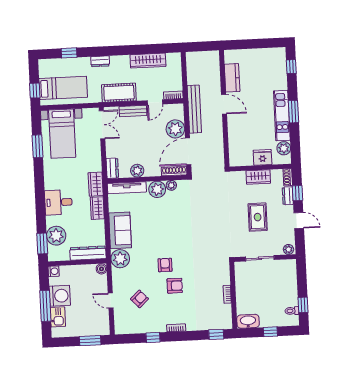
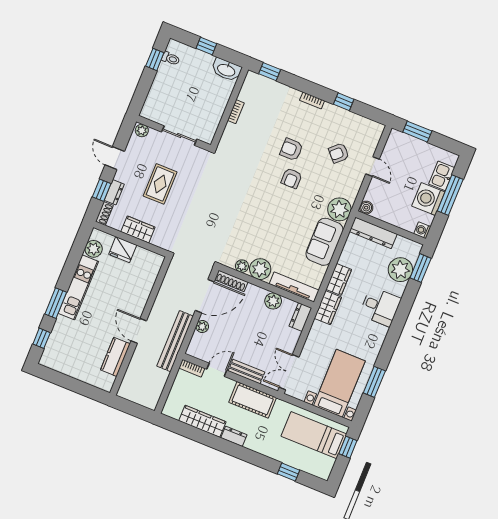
dresser: (100, 61) -> (234, 436), moved
window: (293, 112) -> (56, 303), moved
plant: (175, 129) -> (202, 326), width x0.53, depth x0.53

